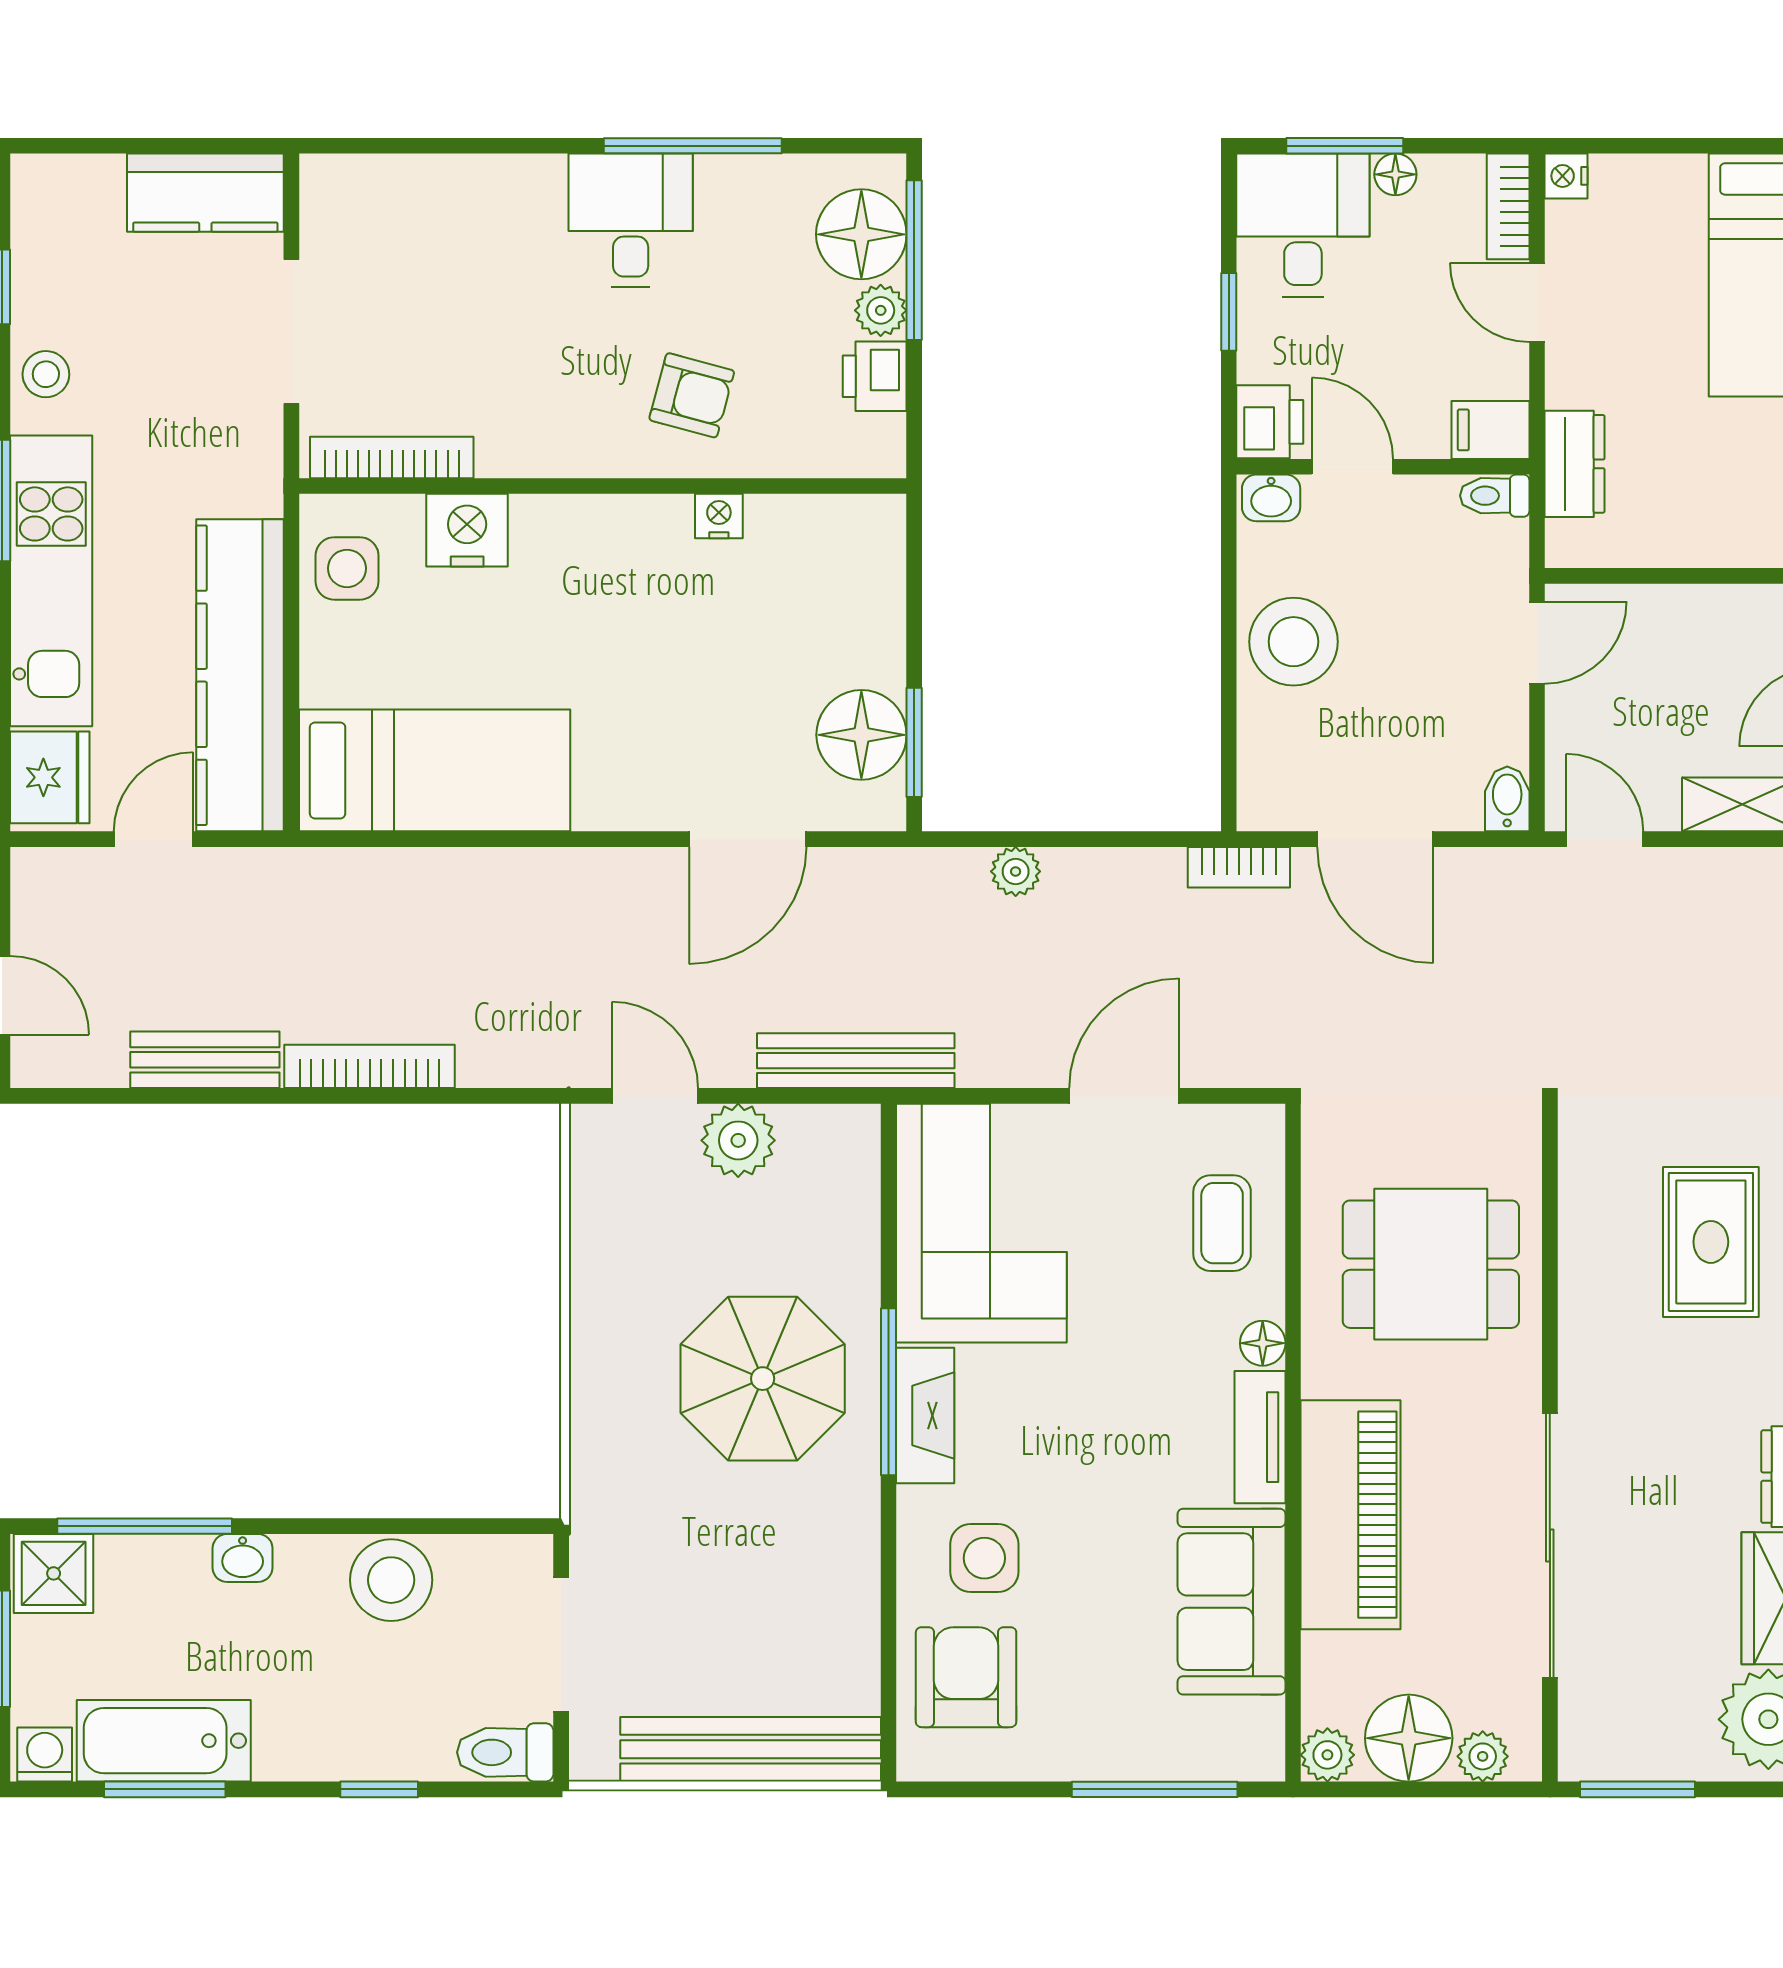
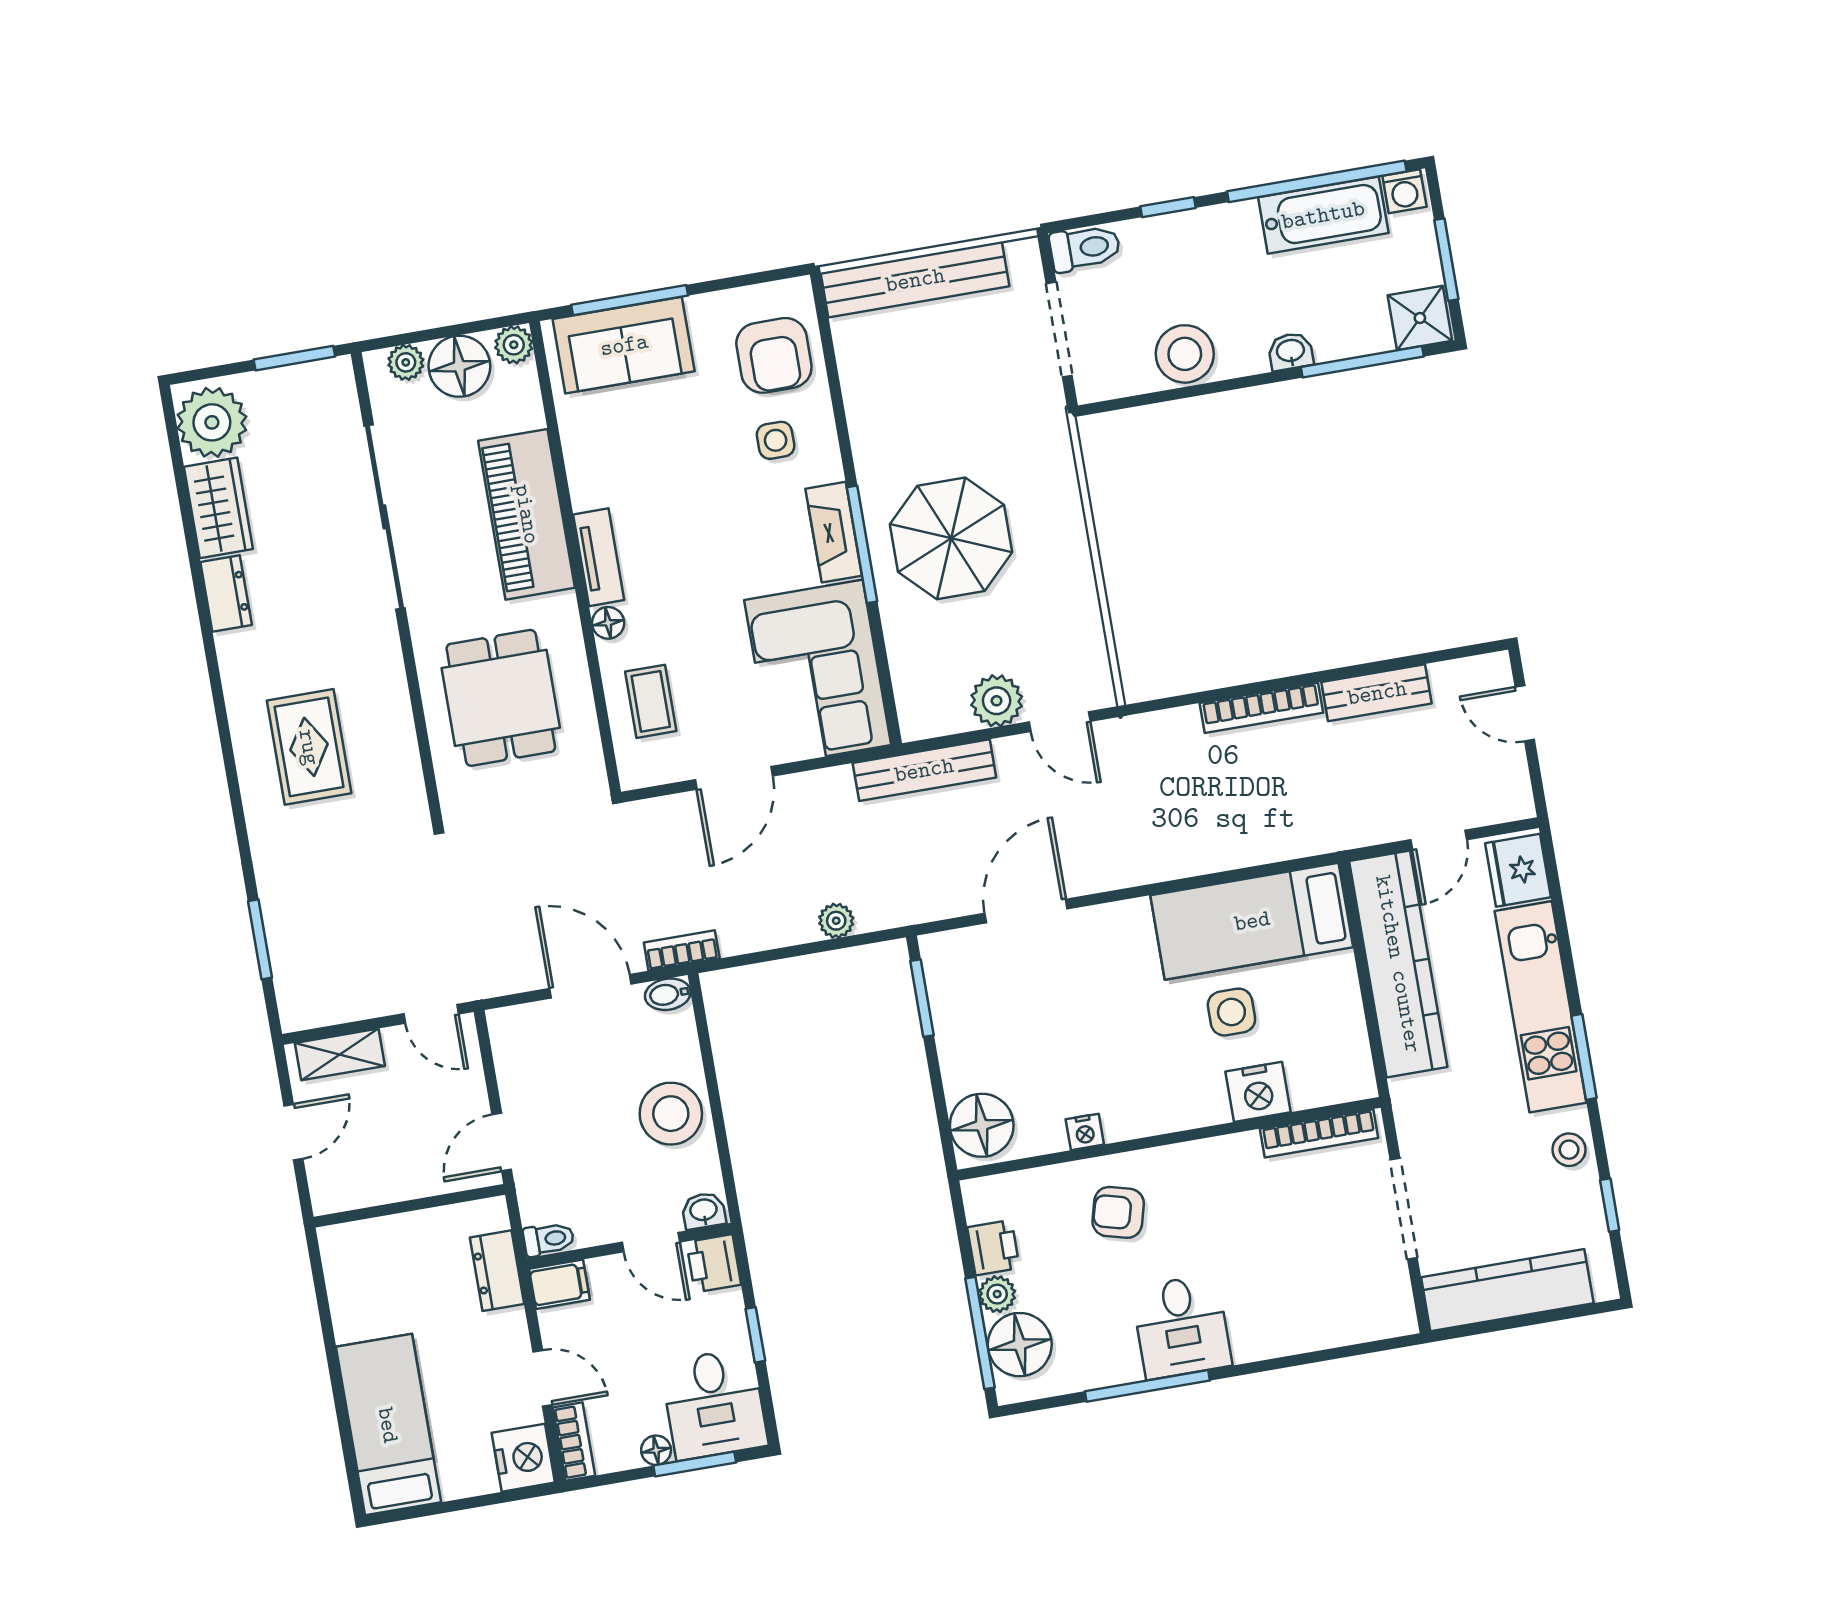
nightstand: (1566, 176) -> (523, 1458), width x1.89, depth x1.79
kitchen counter: (205, 193) -> (1507, 1290), width x1.50
side table: (347, 568) -> (1231, 1012), moved
floor lamp: (861, 735) -> (982, 1125), moved
bidet: (1507, 799) -> (668, 994), moved, turned 90
dining table: (1431, 1264) -> (501, 698), turned 90
side table: (984, 1558) -> (776, 440), width x0.73, depth x0.73
sofa: (1231, 1602) -> (624, 345), moved, turned 90
window: (165, 1789) -> (1317, 181), width x2.11

